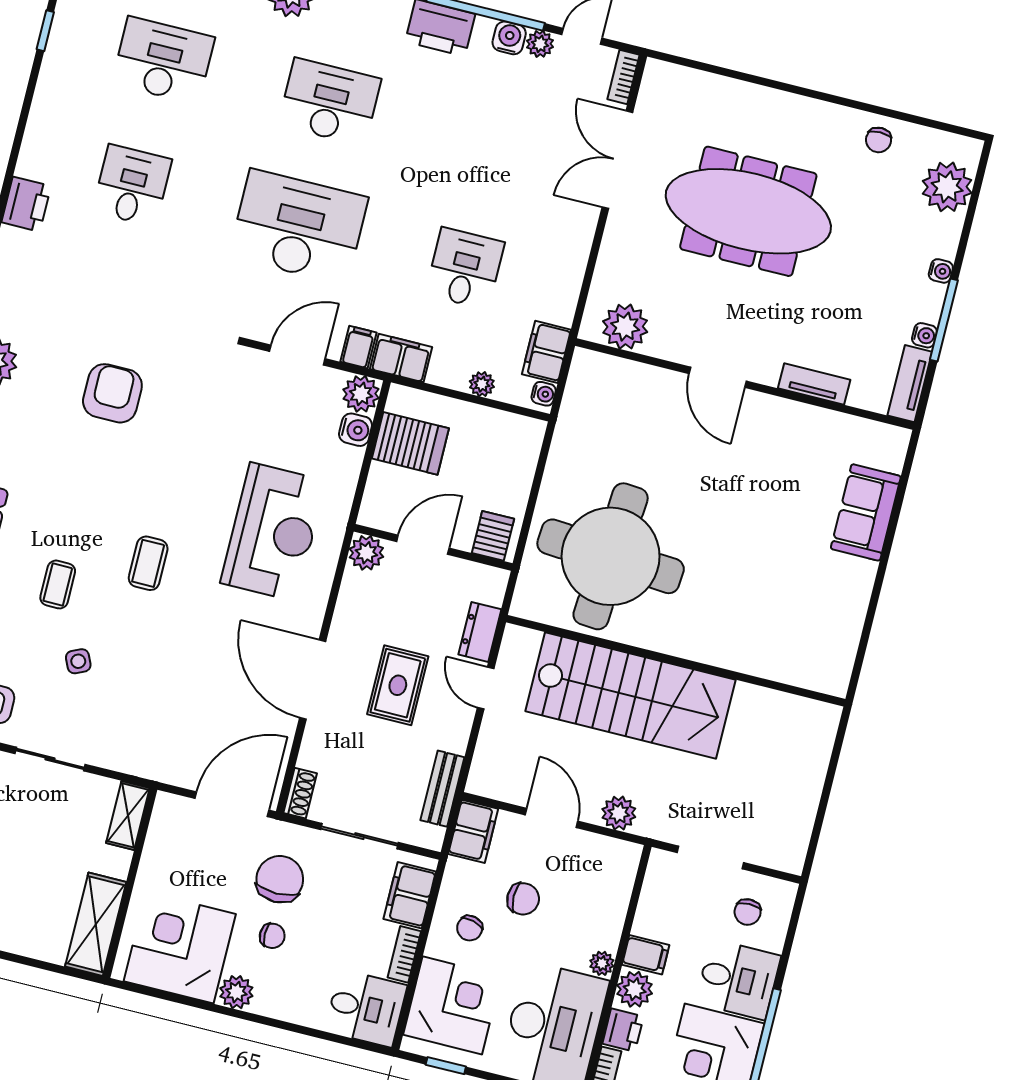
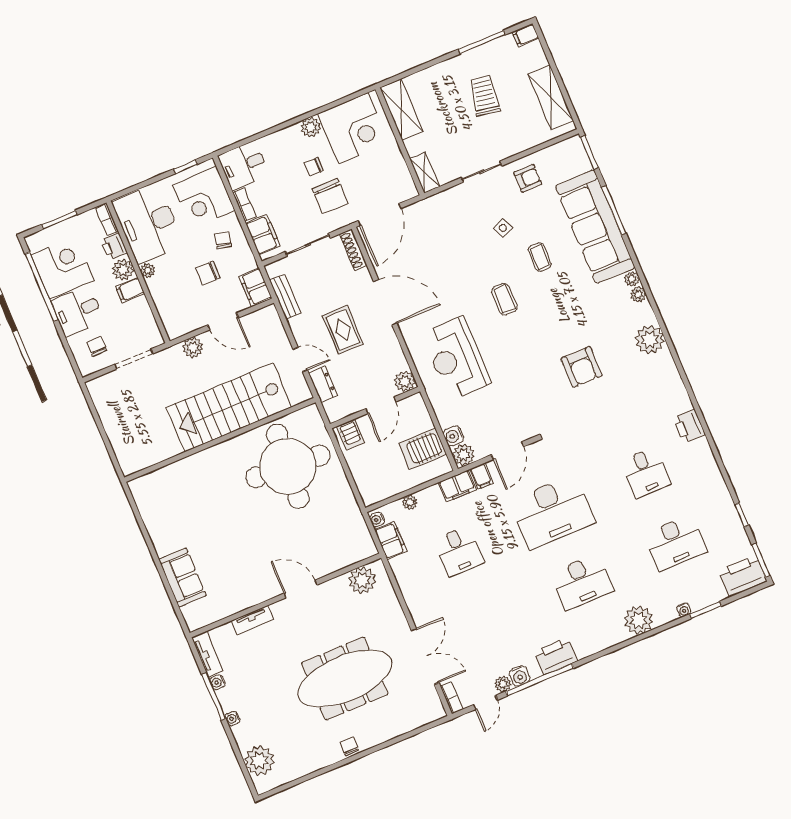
chair: (879, 140) -> (349, 746), moved
shoe rack: (300, 793) -> (353, 250), width x1.43

